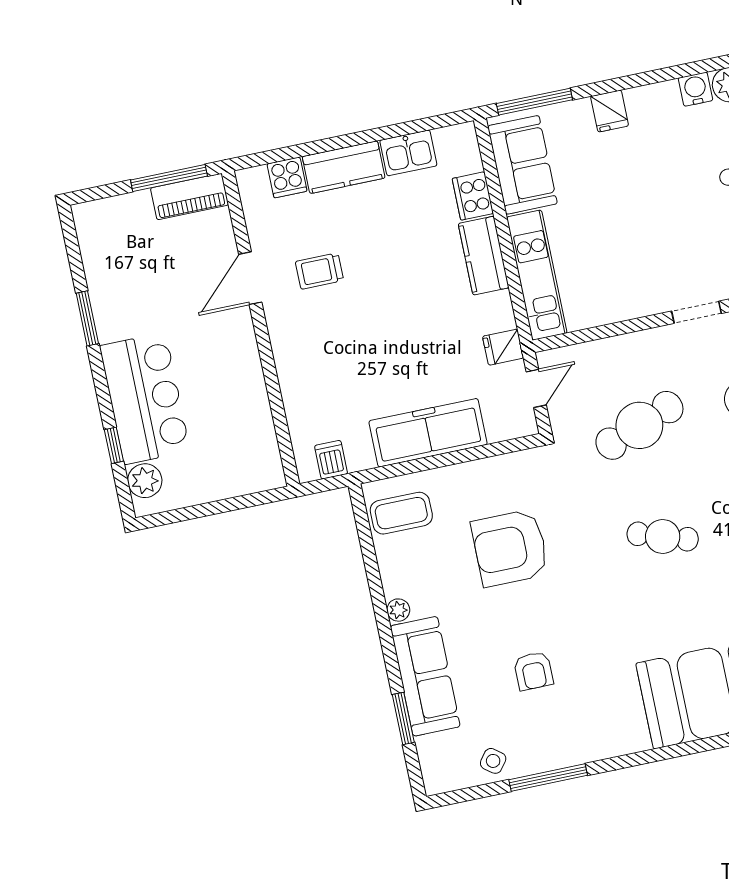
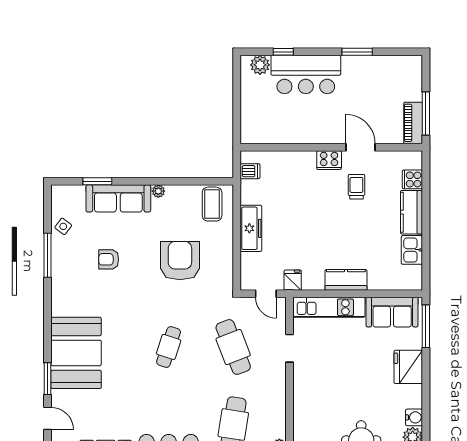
fridge: (610, 111) -> (408, 367), width x1.88, depth x1.34
cooker: (473, 196) -> (329, 160), moved, turned 180
doorway: (697, 312) -> (290, 348), moved
freezer: (428, 433) -> (251, 228), width x0.73, depth x0.79

